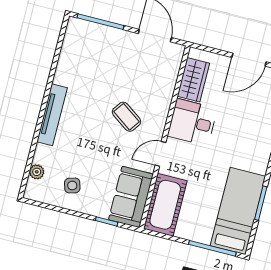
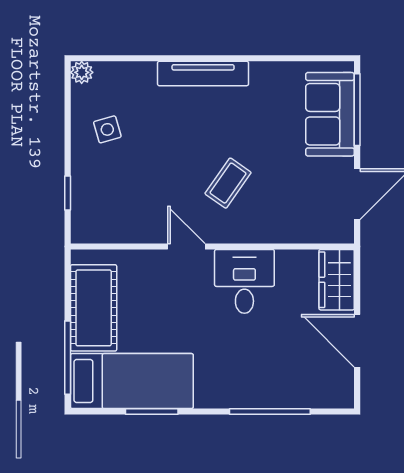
wardrobe: (193, 80) -> (337, 280), moved, turned 90
plant: (37, 172) -> (82, 72), moved
sofa: (131, 197) -> (330, 114), moved, turned -90
cot: (165, 205) -> (94, 308), moved, turned 90

